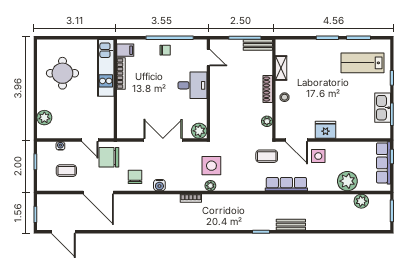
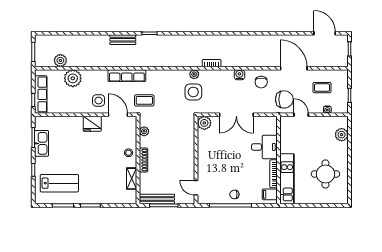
bench: (258, 45) -> (157, 199), width x1.36
desk: (192, 85) -> (264, 147), moved, turned 180

